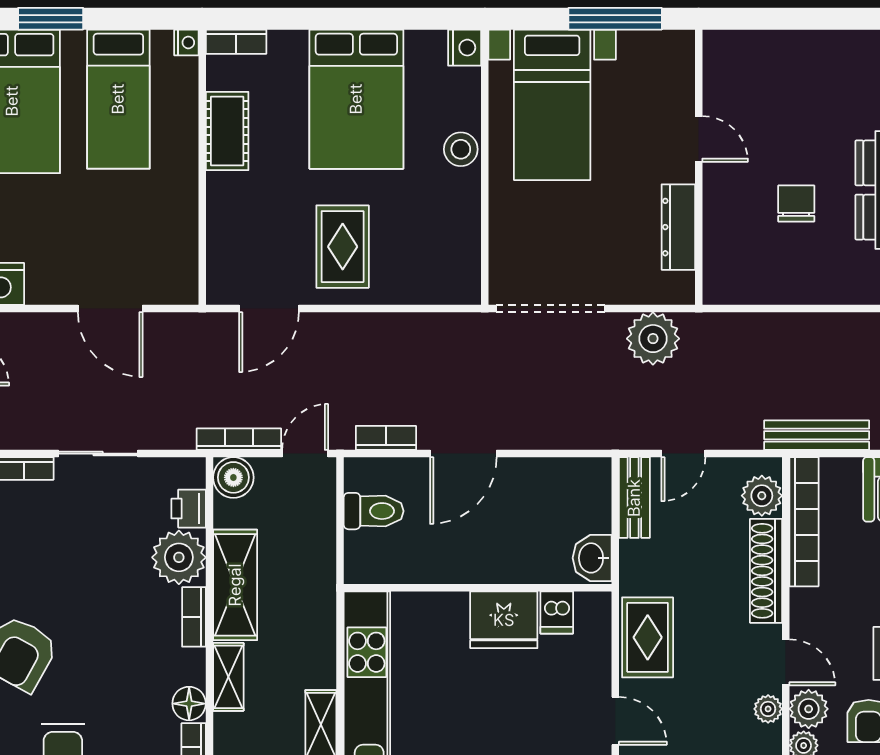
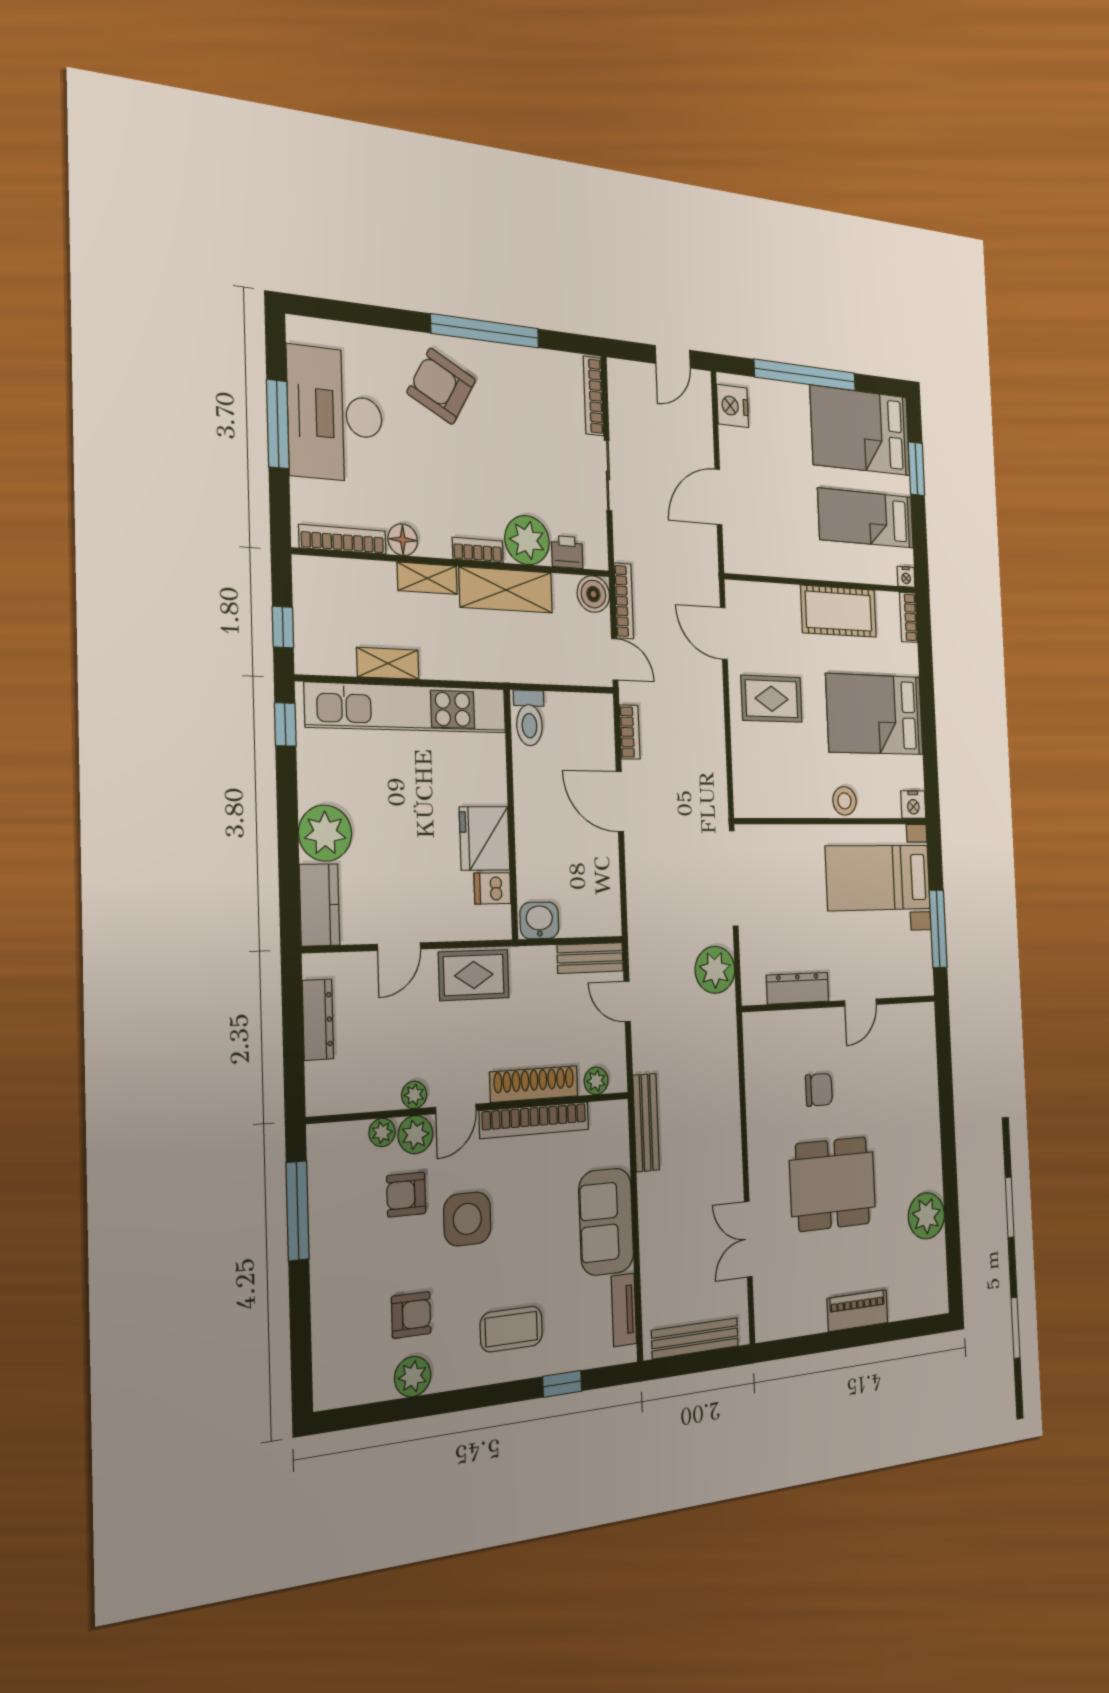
cot: (227, 131) -> (839, 611), width x1.37, depth x1.34
plant: (762, 496) -> (596, 1081), width x0.73, depth x0.73
toilet: (374, 511) -> (529, 718), moved
bookcase: (804, 522) -> (534, 1120), moved

